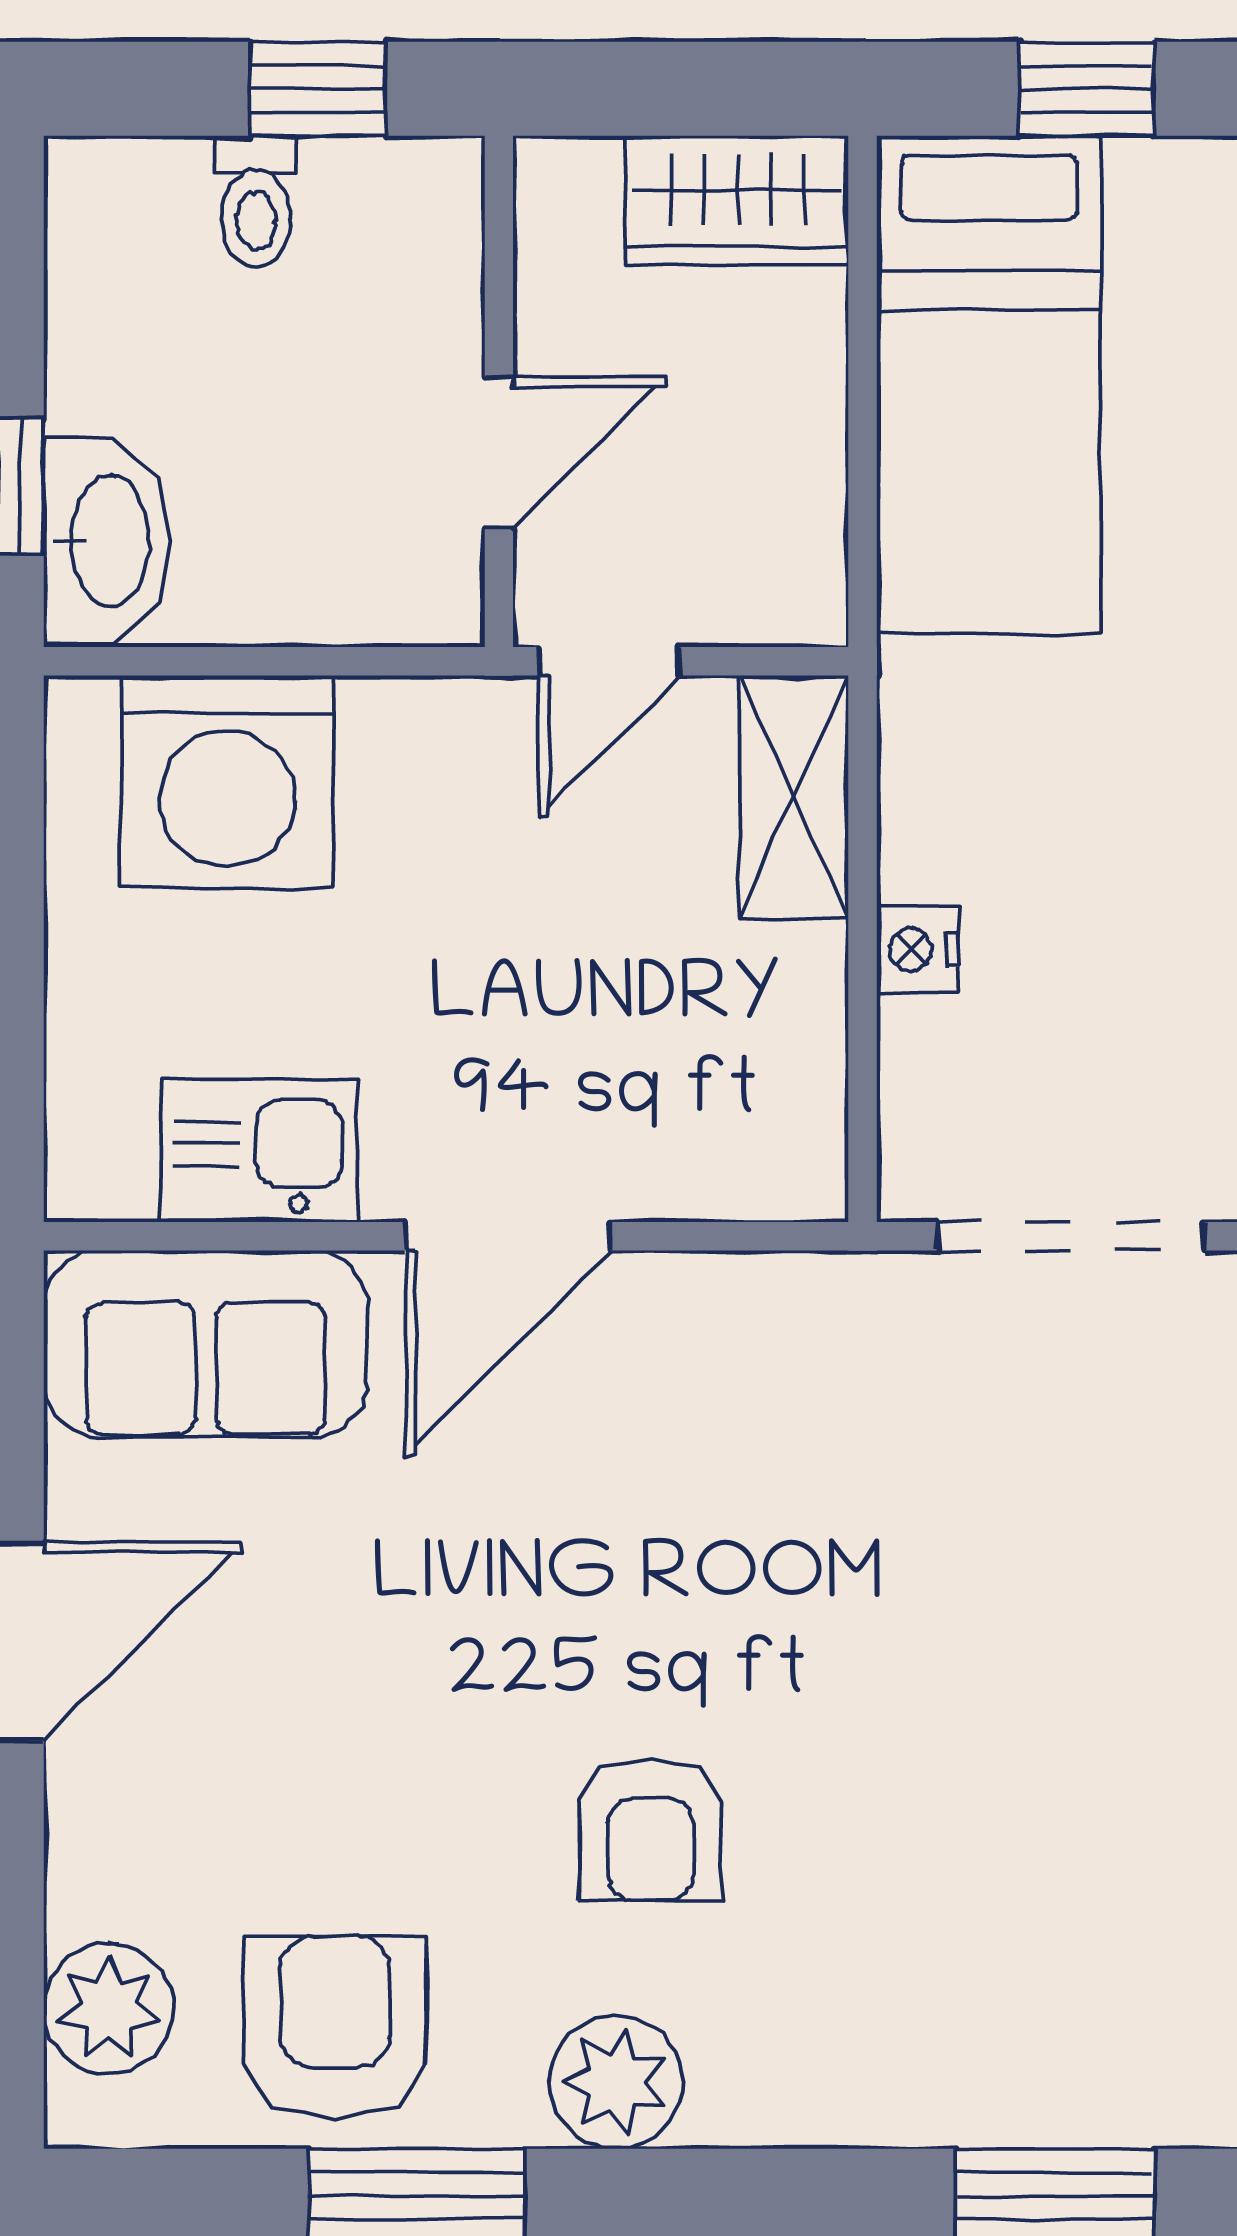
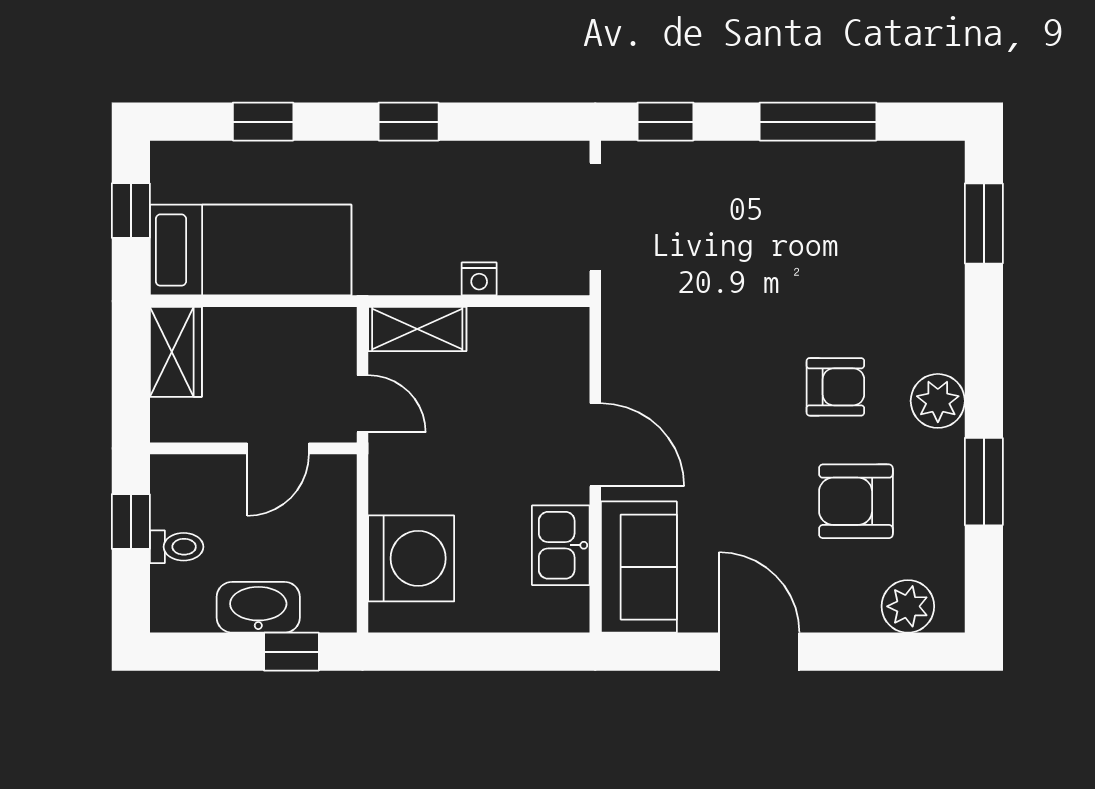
door: (499, 453) -> (278, 448), swing flipped
washbasin: (106, 540) -> (258, 607), moved
armchair: (335, 2027) -> (856, 501), moved

